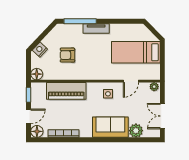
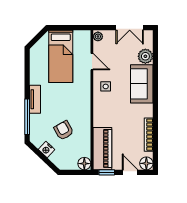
nightstand: (40, 50) -> (47, 149), moved
armchair: (67, 55) -> (64, 130), turned 151
piano: (66, 91) -> (102, 149), moved

